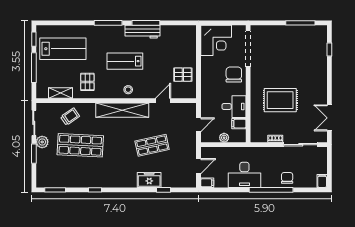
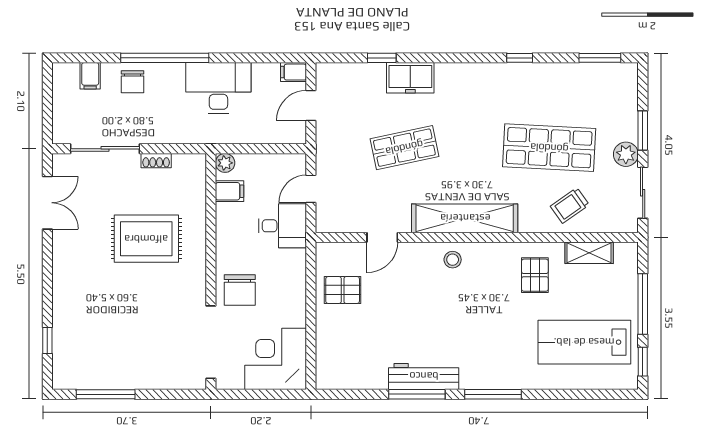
lab bench: (125, 61) -> (459, 317), removed
desk: (234, 107) -> (282, 226), moved, turned 180
plant: (224, 138) -> (225, 163), moved
filing cabinet: (322, 181) -> (90, 76), moved

